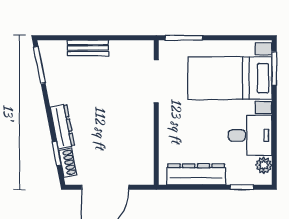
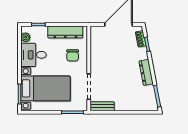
bench: (88, 48) -> (102, 106), moved
dresser: (62, 126) -> (146, 72), moved
chair: (184, 134) -> (73, 55), added

